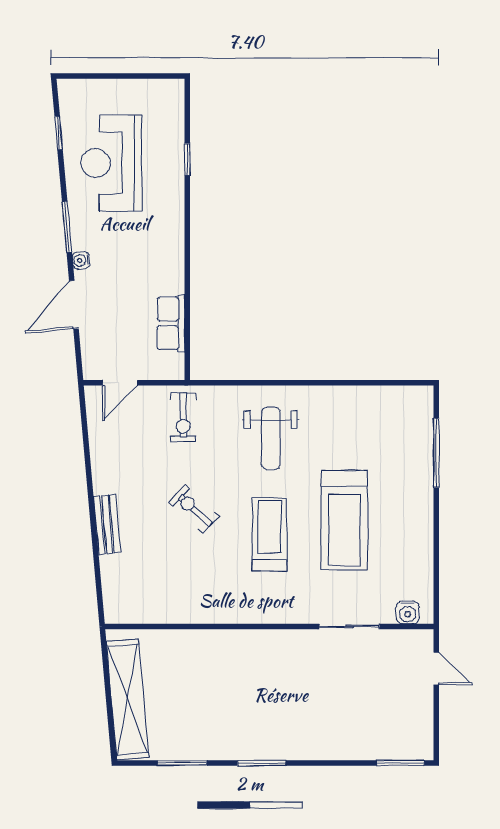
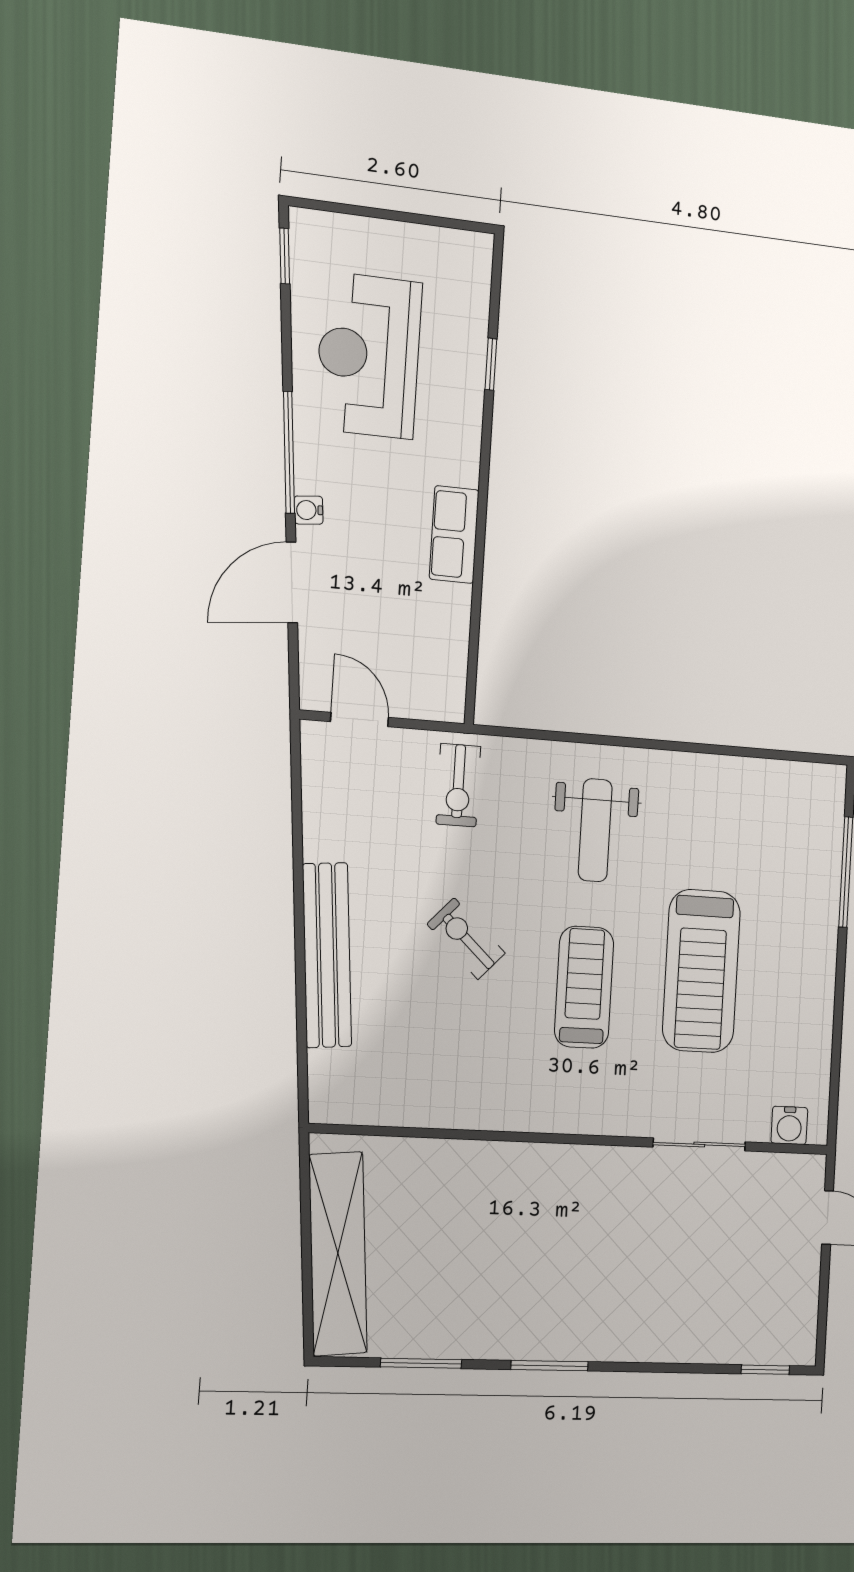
window: (59, 133) -> (285, 256), moved
window: (67, 227) -> (289, 452), width x1.44
row of seats: (171, 323) -> (454, 534), moved
door: (120, 383) -> (359, 720), swing flipped
bench: (107, 524) -> (327, 955), width x1.86, depth x1.21
window: (400, 763) -> (765, 1370), width x0.67

